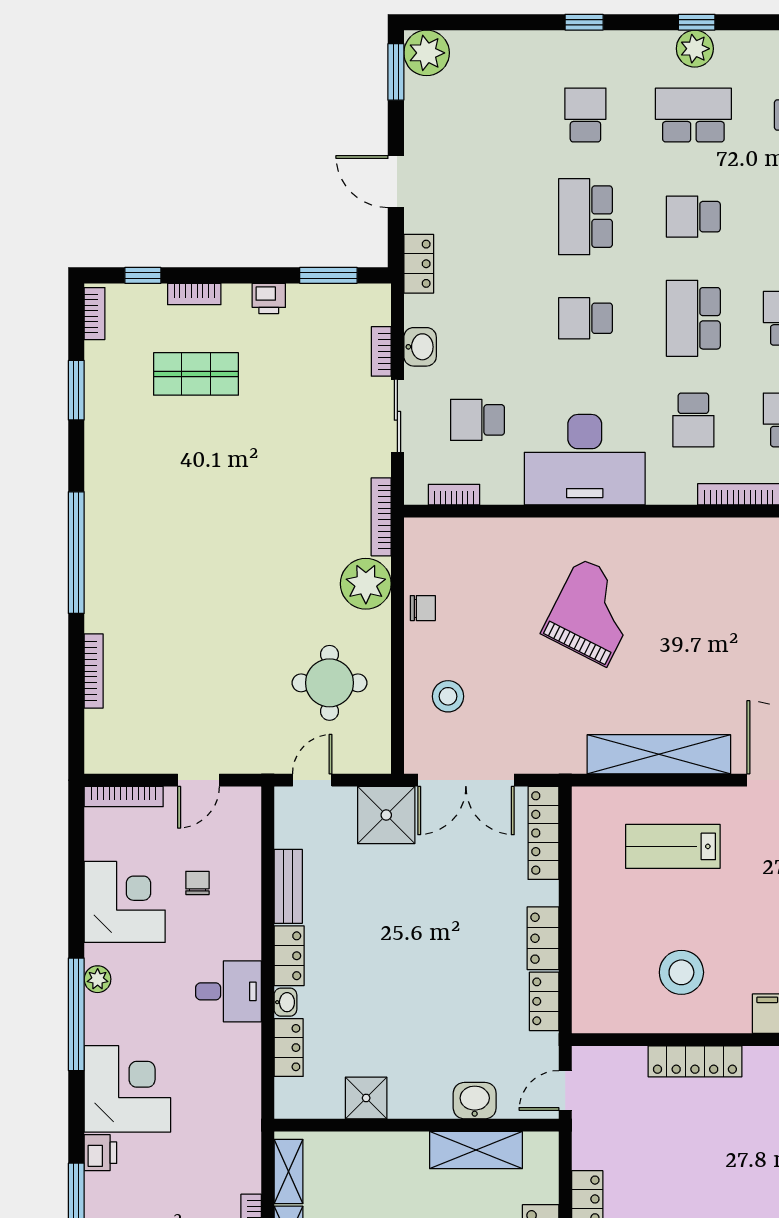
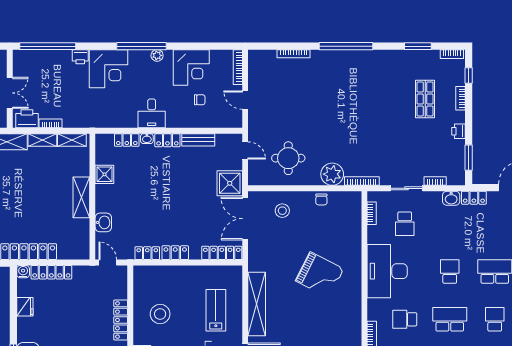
washbasin: (420, 347) -> (451, 198), moved
school desk: (477, 420) -> (405, 224), turned 180
shelving: (476, 1150) -> (81, 197), moved

